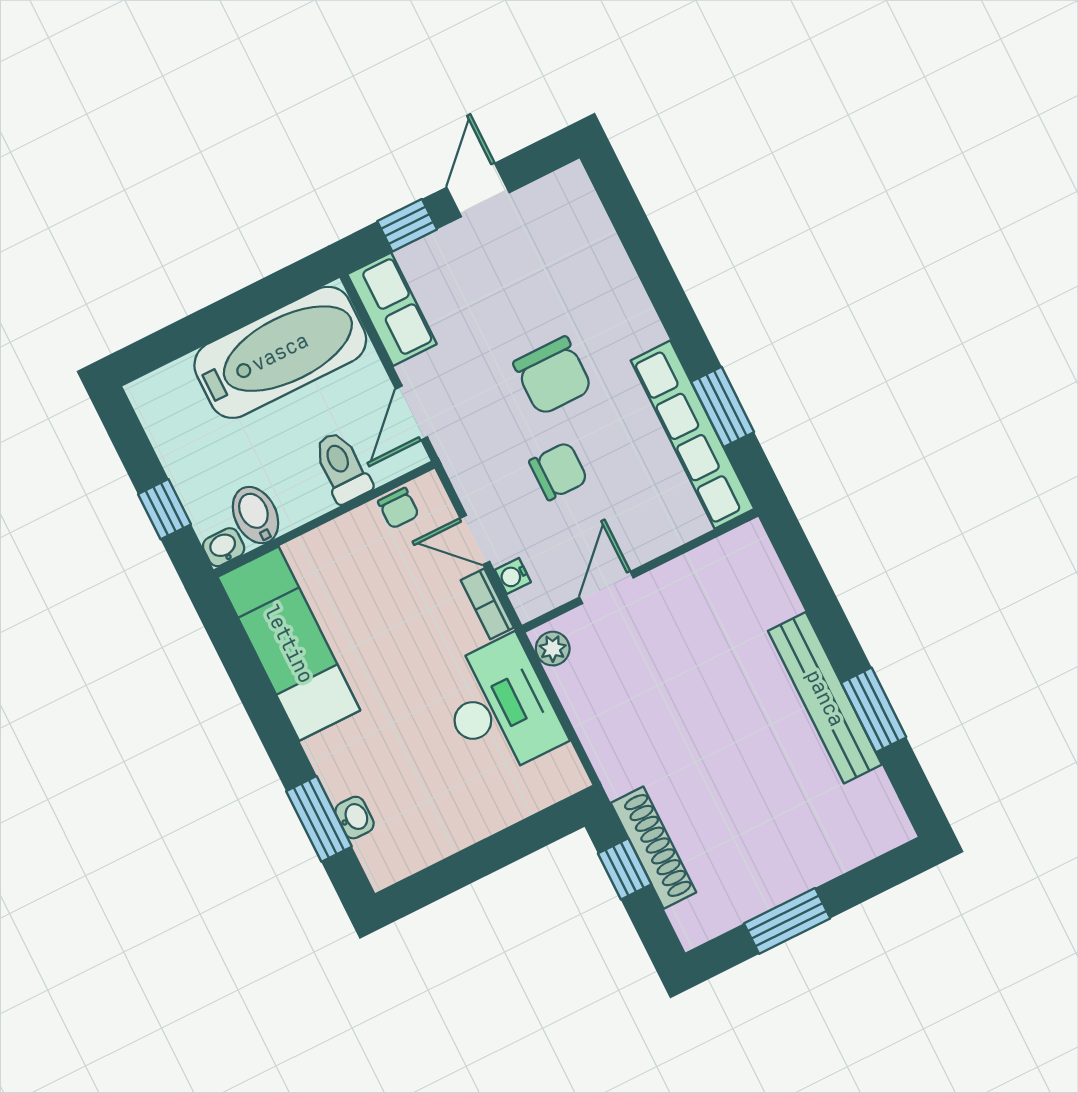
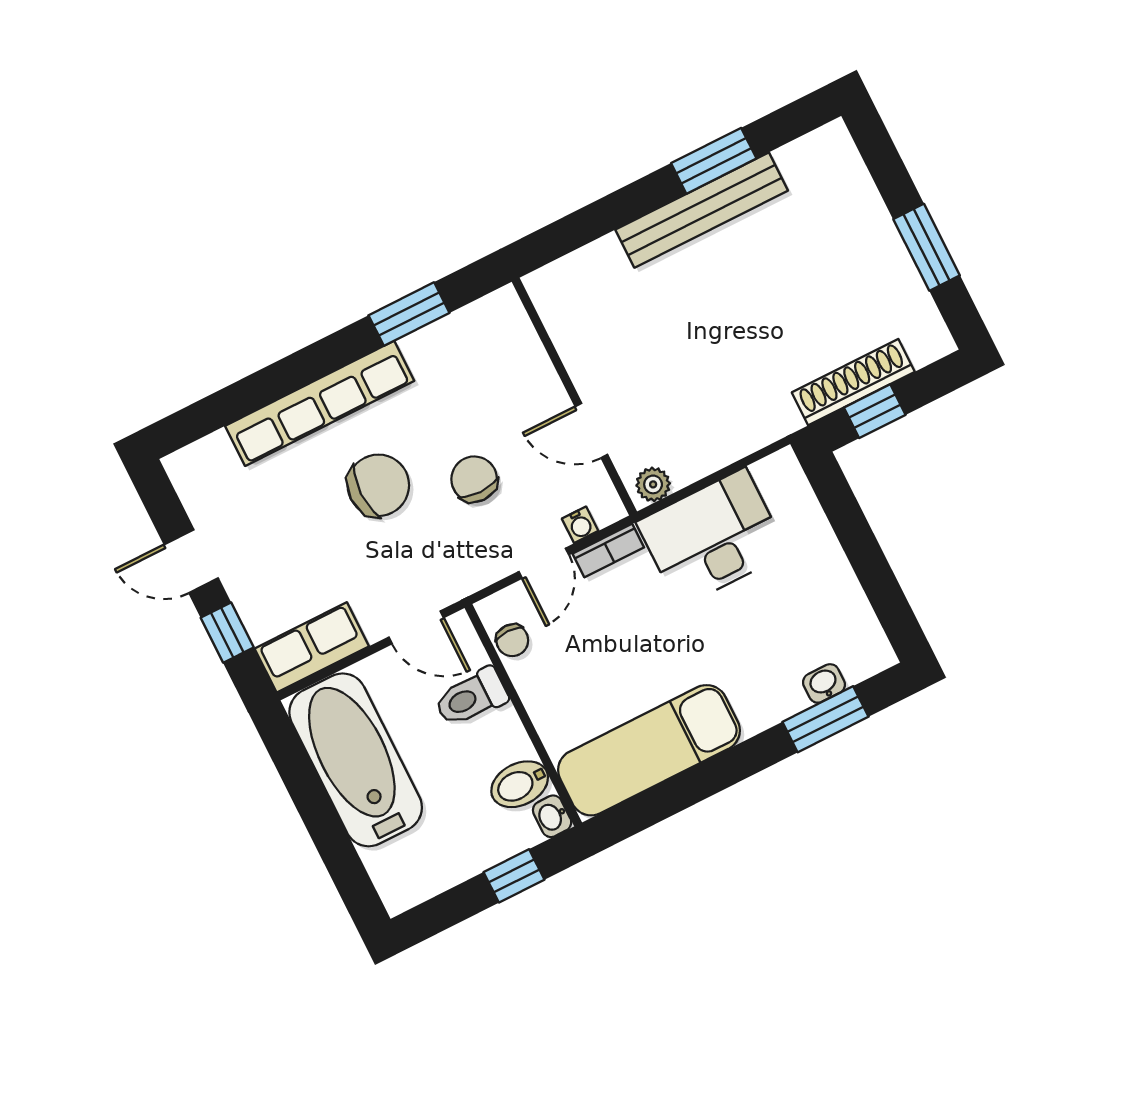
row of seats: (692, 435) -> (320, 403), moved
chair: (398, 508) -> (512, 640), turned 90

